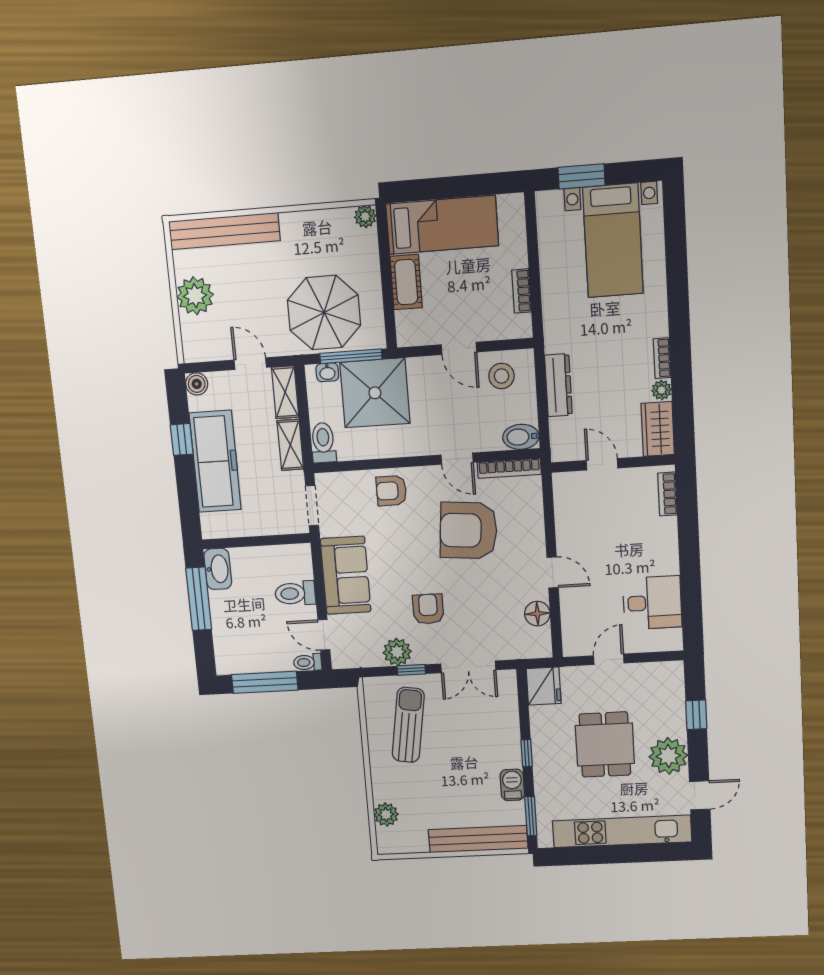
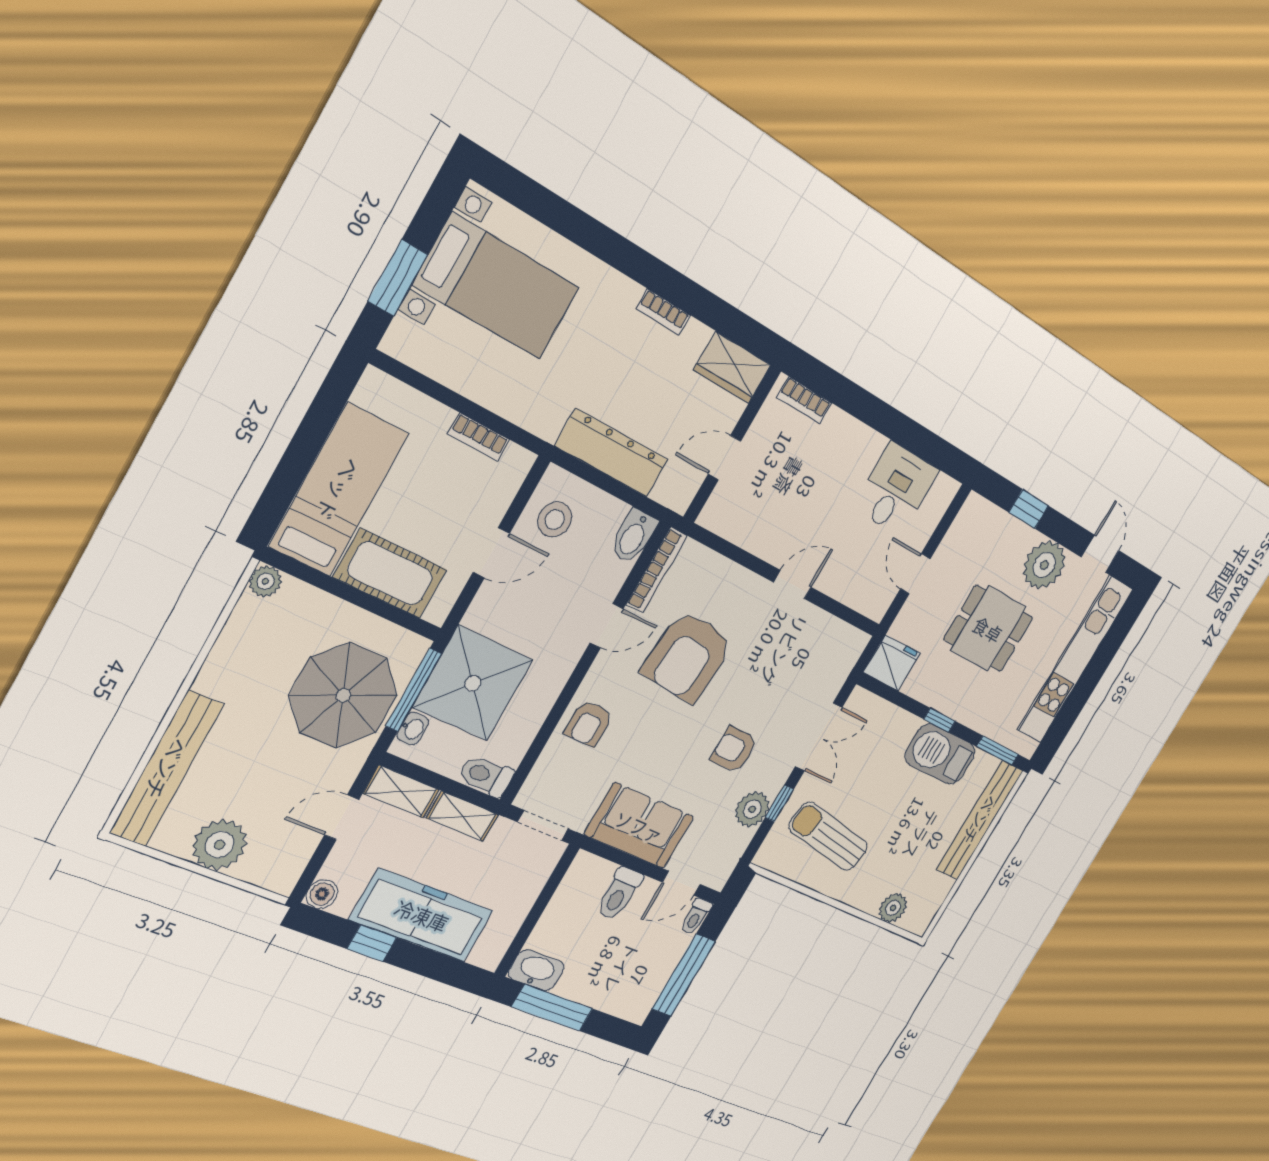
cot: (406, 282) -> (390, 573), width x1.37, depth x1.34
dresser: (558, 385) -> (612, 453), width x1.37, depth x1.24
plant: (662, 390) -> (696, 335), removed
floor lamp: (537, 614) -> (820, 627), removed
barbecue: (512, 785) -> (940, 754), width x1.88, depth x1.53

